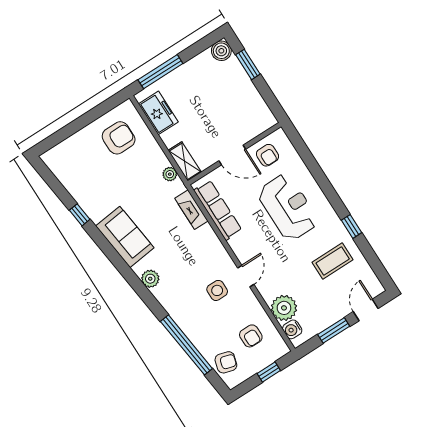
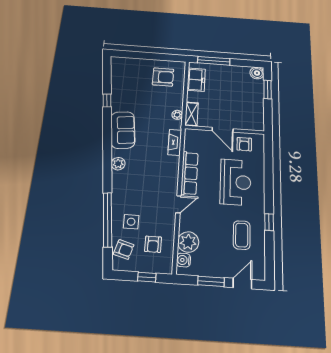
row of seats: (218, 210) -> (189, 173), moved
coffee table: (333, 261) -> (242, 235), turned 90
side table: (217, 290) -> (131, 222), moved

